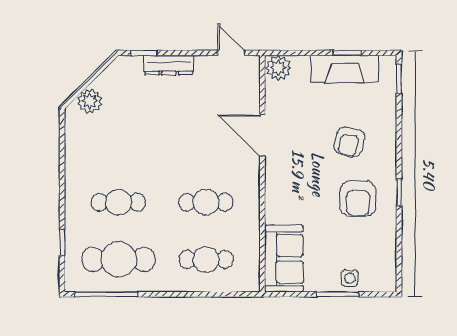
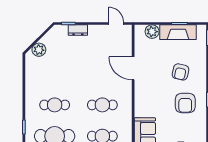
dresser: (169, 65) -> (78, 30), width x0.70
plant: (278, 68) -> (152, 32), moved

